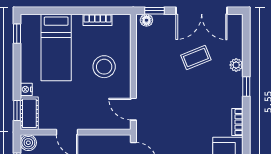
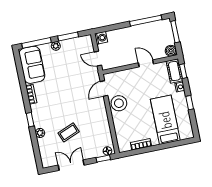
double door: (202, 11) -> (71, 165), width x0.73
window: (17, 34) -> (190, 103), moved
stool: (104, 67) -> (119, 103), moved
door: (133, 109) -> (104, 88), swing flipped

